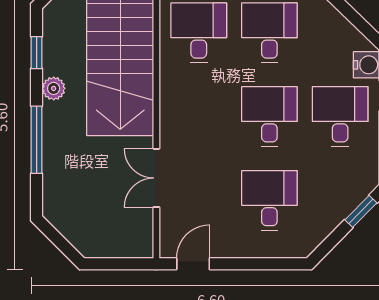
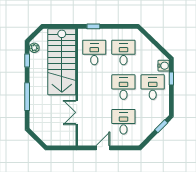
plant: (54, 88) -> (34, 48), moved
door: (193, 264) -> (103, 148), moved

